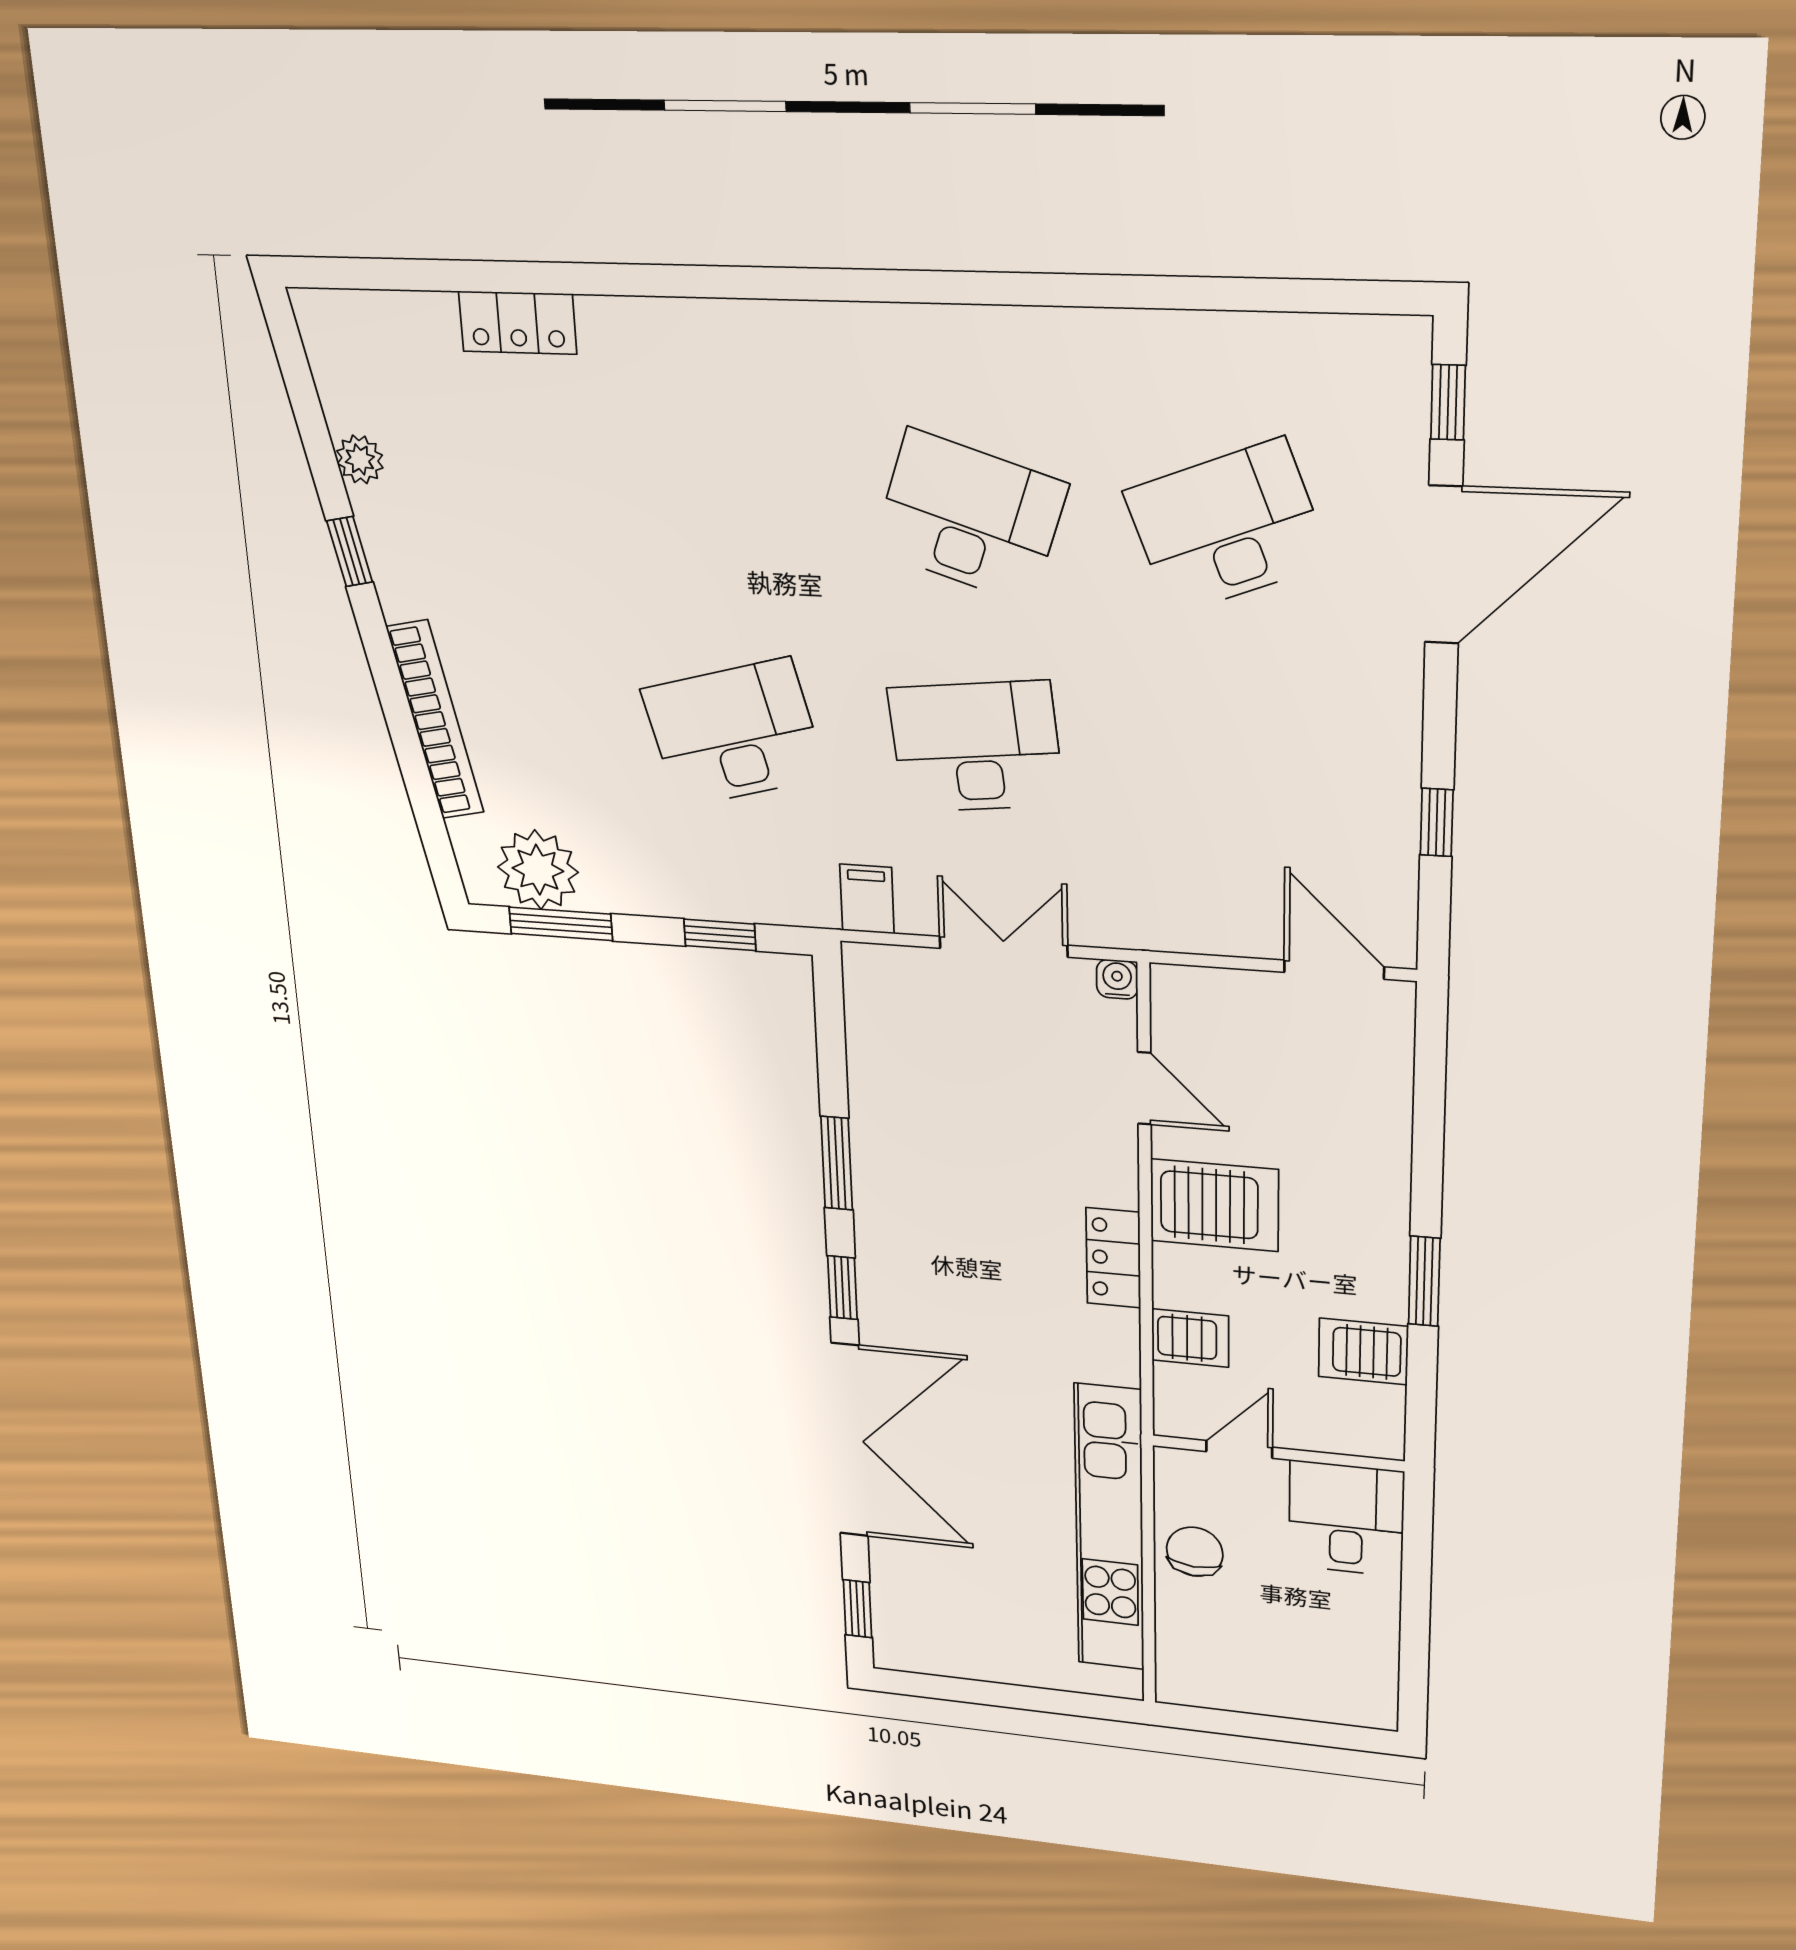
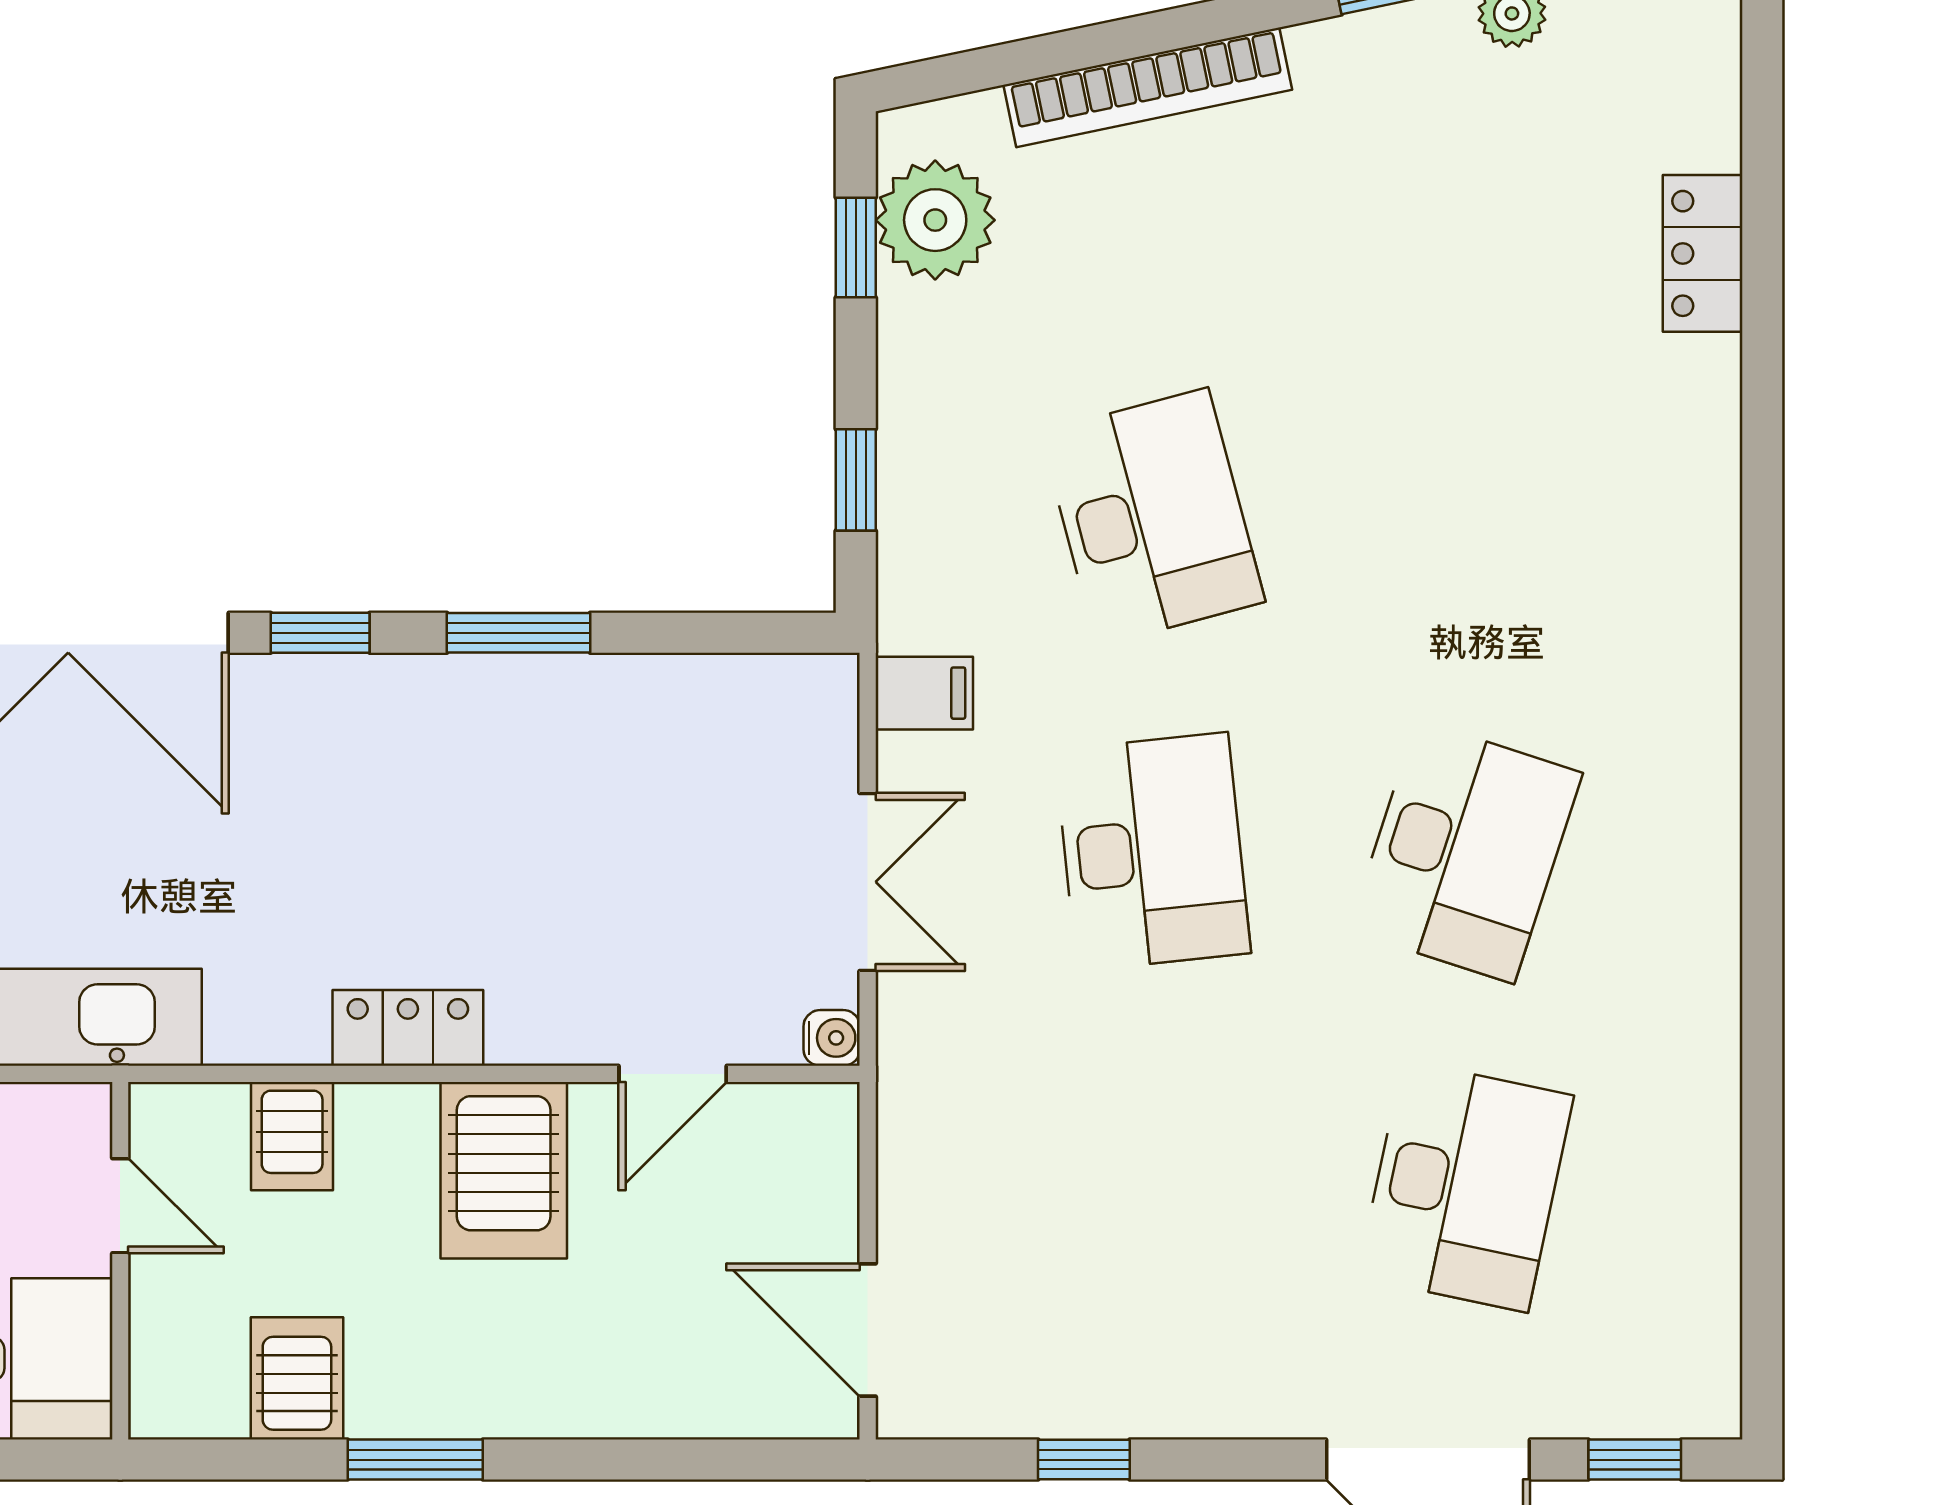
desk: (1227, 527) -> (1465, 1186), turned 33
window: (561, 924) -> (856, 248), width x0.67
door: (1334, 970) -> (868, 1330), swing flipped

